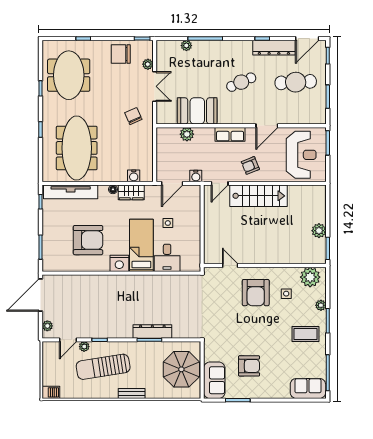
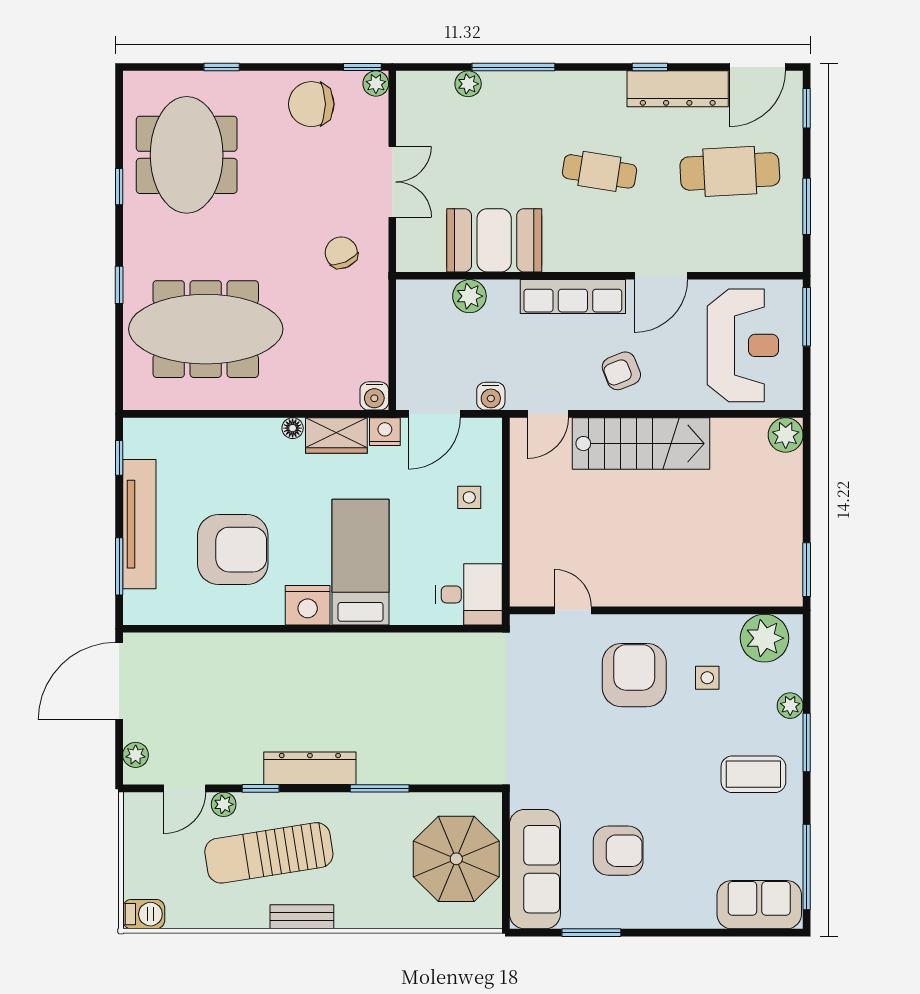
plant: (148, 64) -> (376, 84), moved
cafe table: (241, 82) -> (599, 171), turned 33
row of seats: (230, 134) -> (573, 296), width x1.48
meeting table: (77, 148) -> (206, 329), turned 90
water cooler: (134, 176) -> (374, 396), moved
nightstand: (152, 191) -> (385, 432), added
tv unit: (71, 192) -> (139, 524), moved, turned -90
side table: (168, 223) -> (469, 497), moved
plant: (319, 231) -> (786, 435), moved
desk: (167, 258) -> (469, 594), moved, turned -90
armchair: (256, 293) -> (634, 675), turned 180
dresser: (152, 332) -> (310, 768), moved
sofa: (214, 380) -> (535, 869), width x1.36
bench: (132, 394) -> (302, 917), moved

